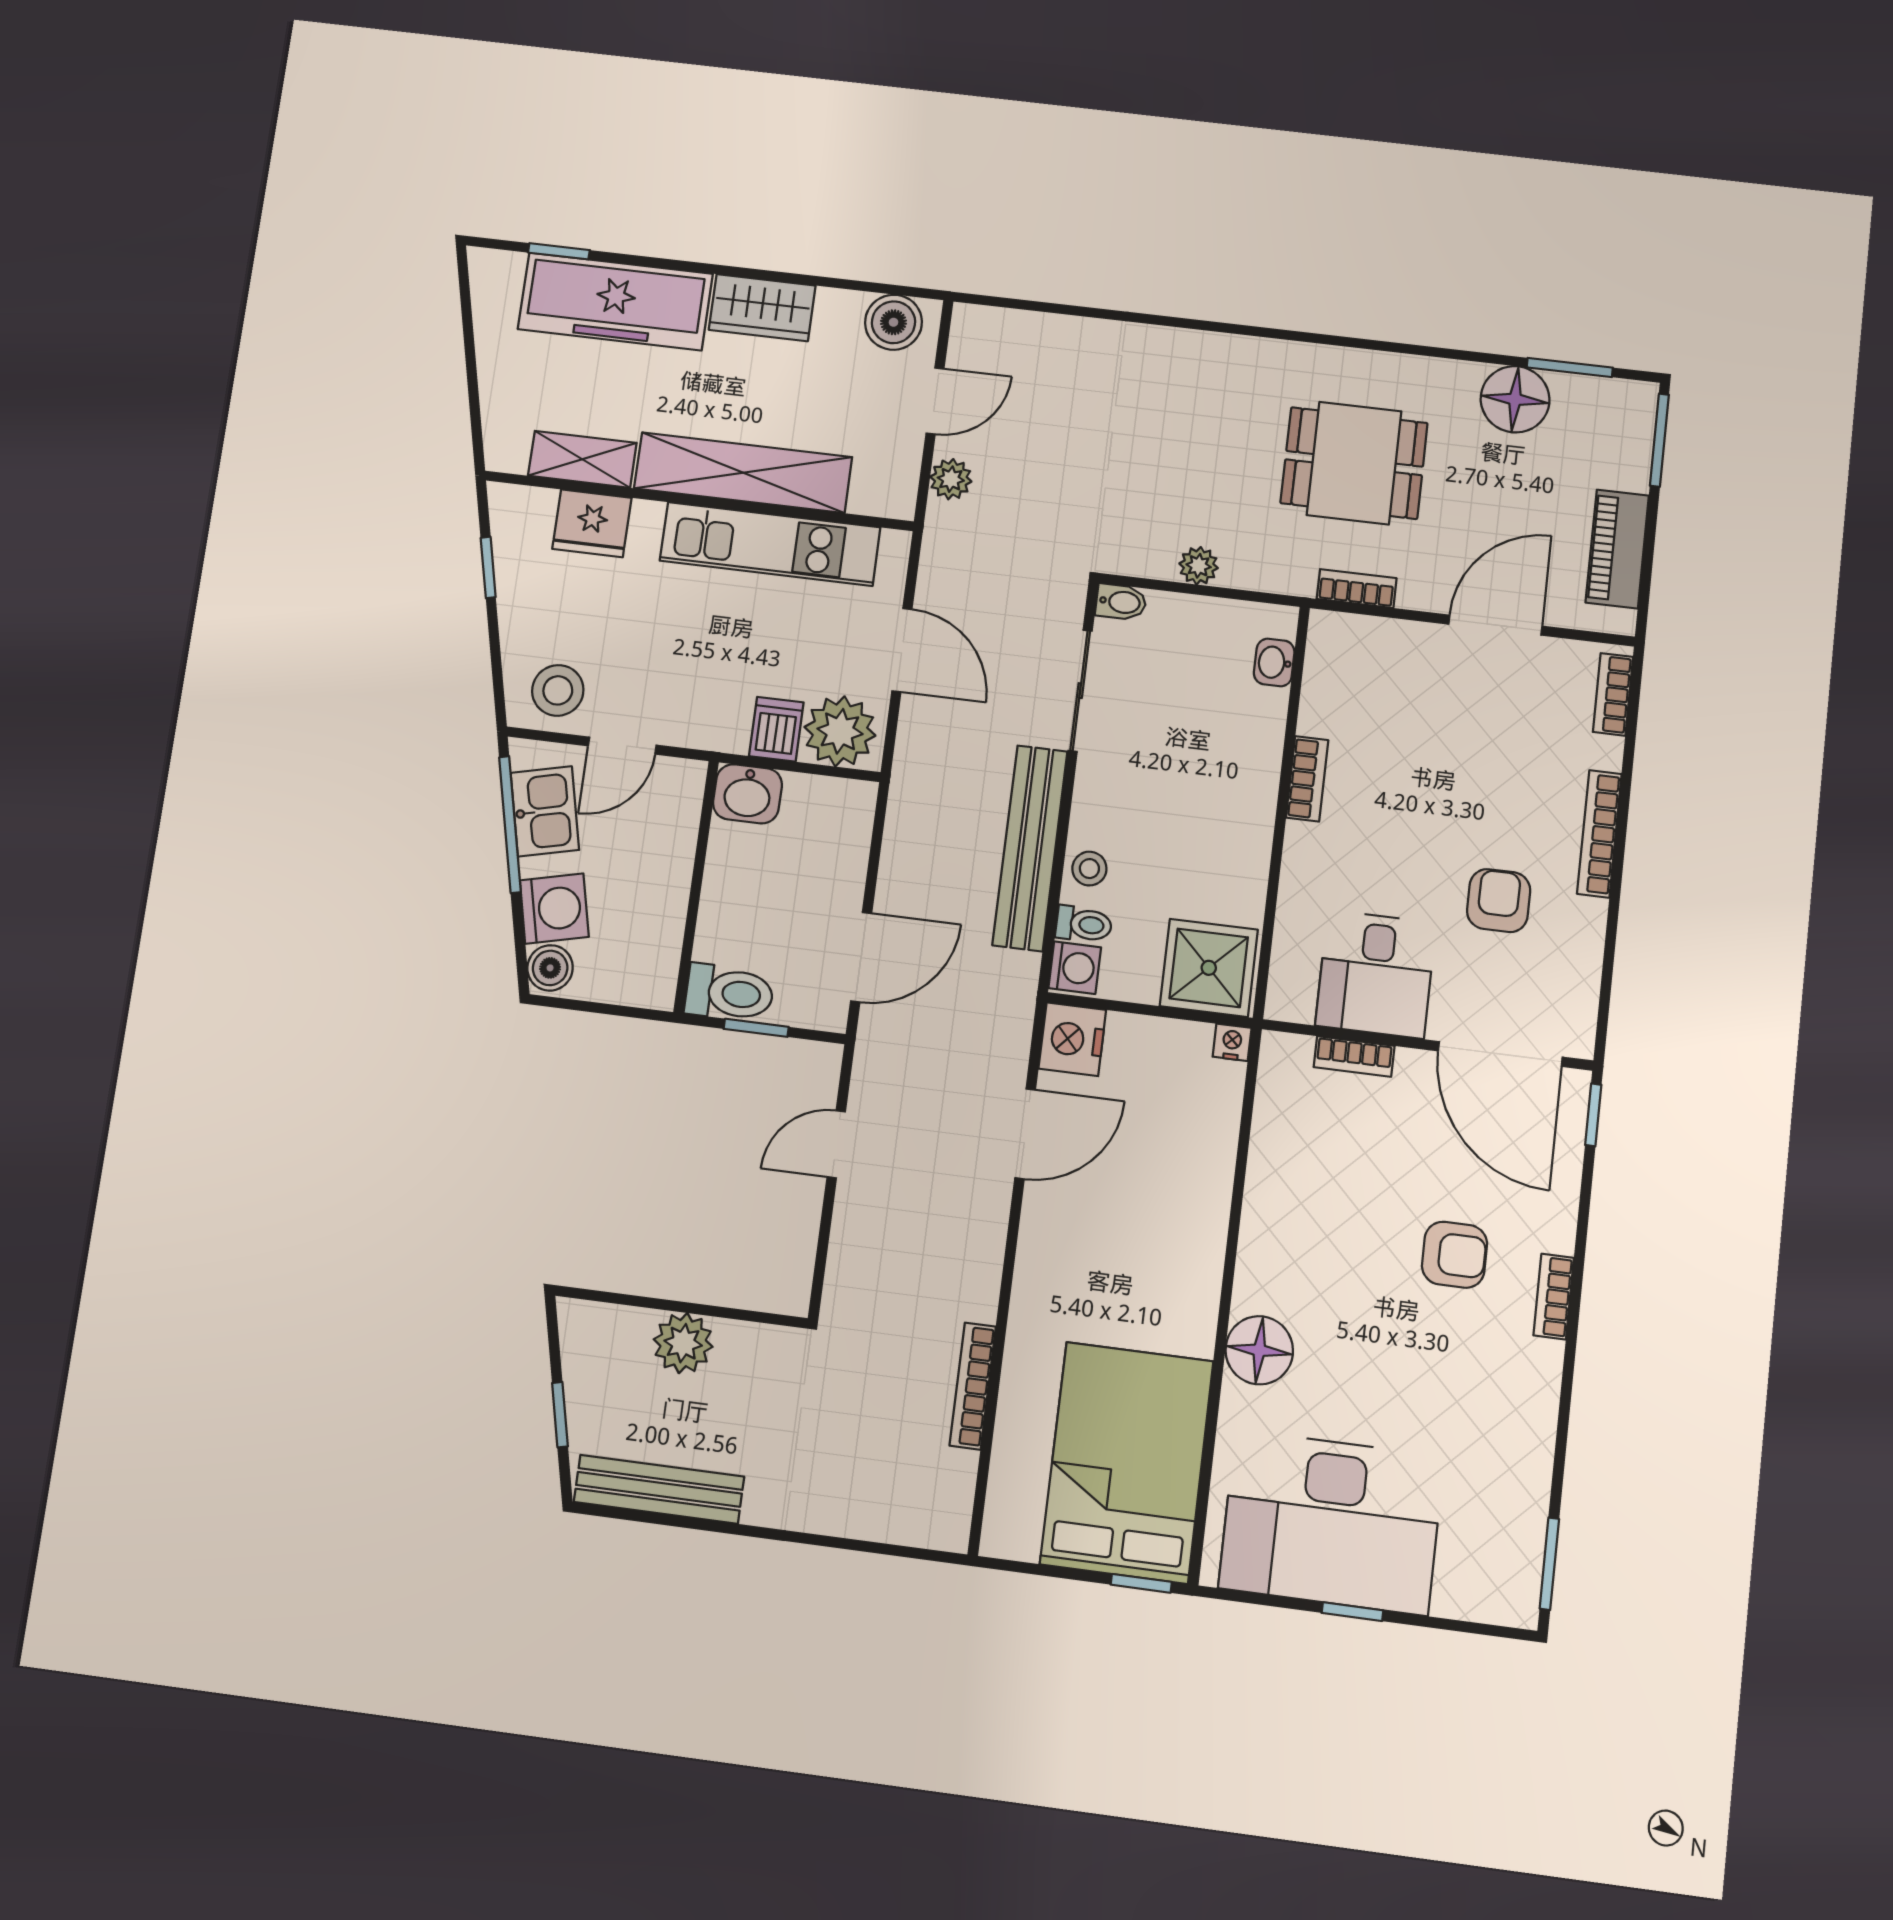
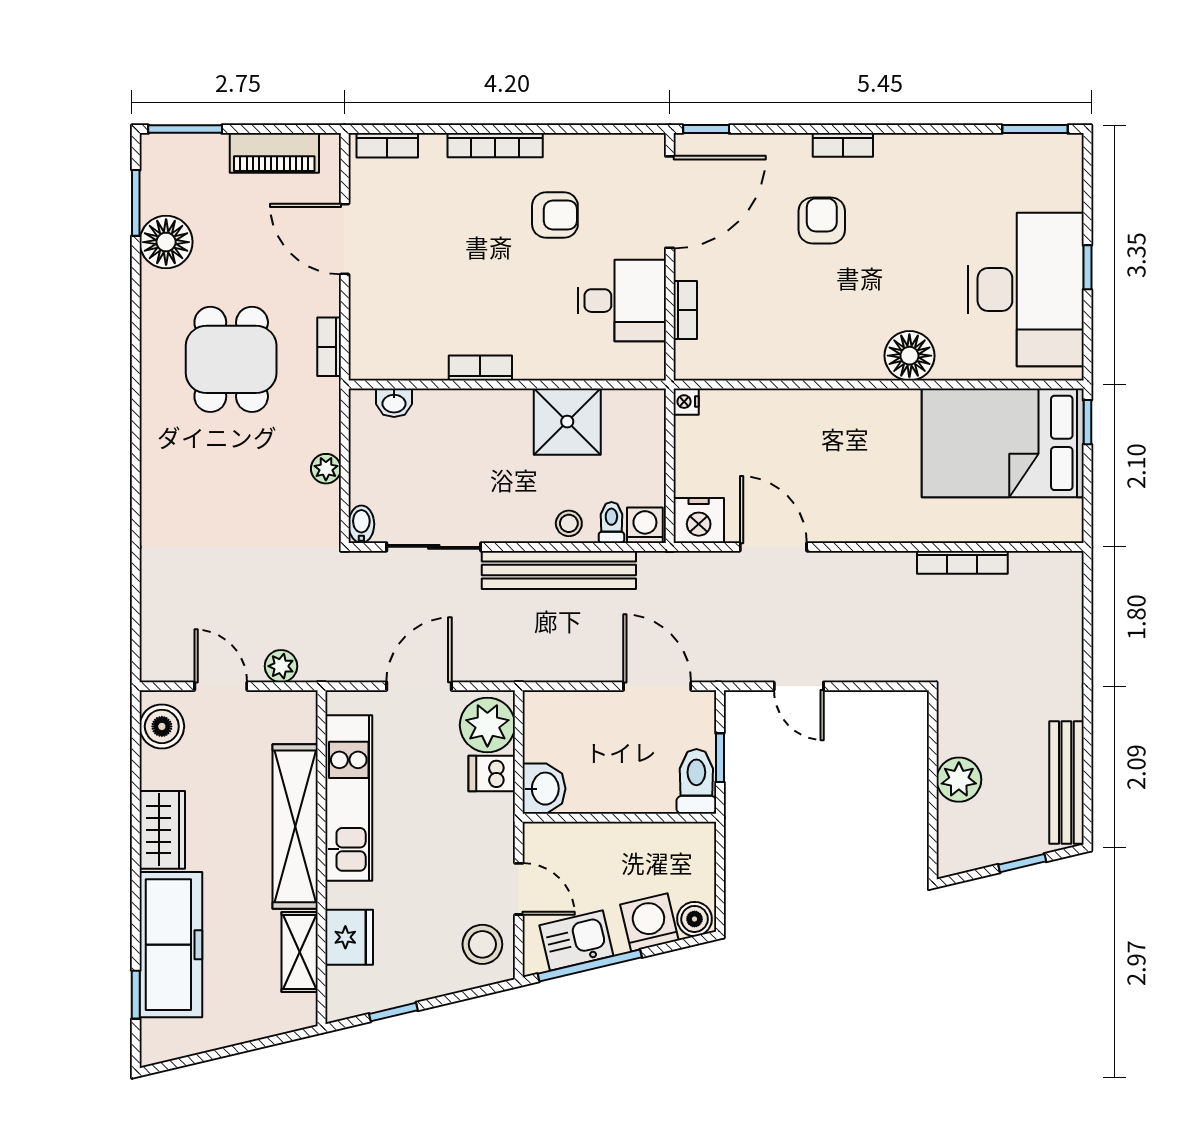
armchair: (1499, 901) -> (555, 215), turned 180
shower: (1209, 968) -> (567, 422), moved

